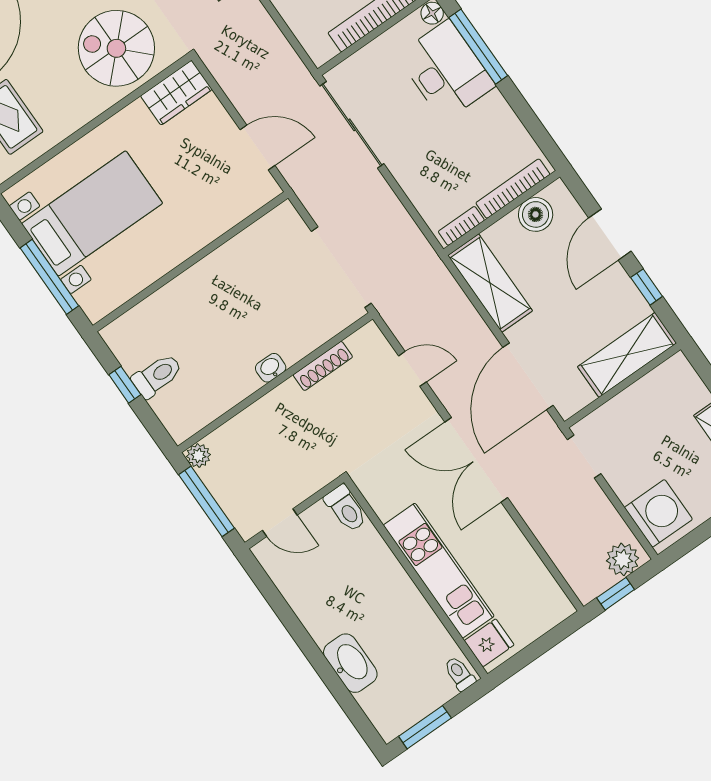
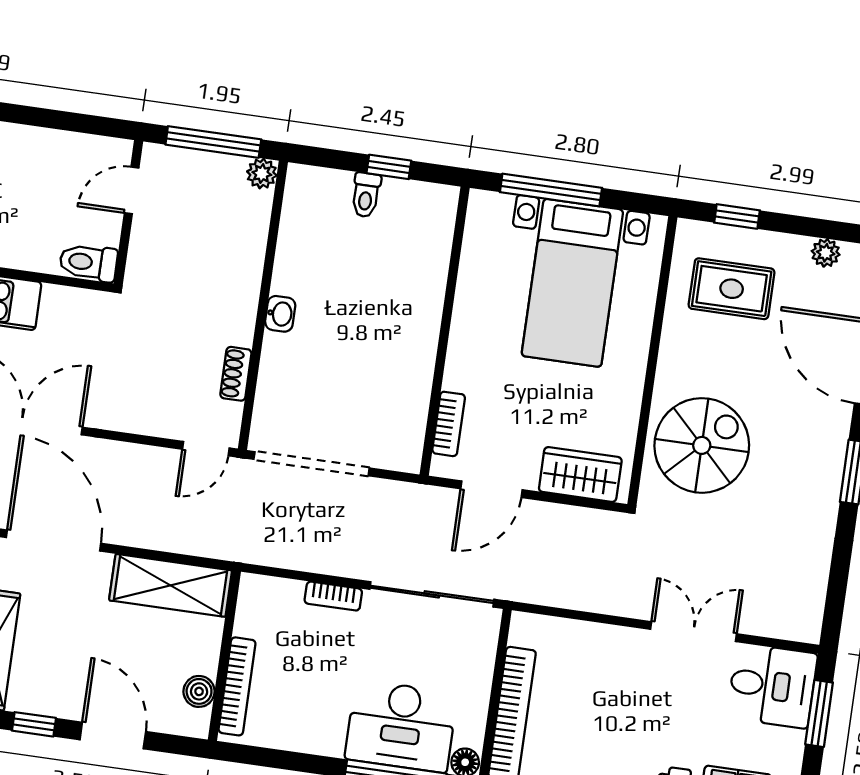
wardrobe: (176, 93) -> (580, 474), moved, turned 90
bookcase: (243, 209) -> (449, 424), added
boiler: (536, 214) -> (199, 691), width x0.73, depth x0.73
bookcase: (461, 226) -> (333, 596), moved, turned 90
shoe rack: (323, 366) -> (236, 374), width x0.70
door: (412, 369) -> (206, 449), moved
toilet: (157, 376) -> (366, 195), width x0.73, depth x0.72

